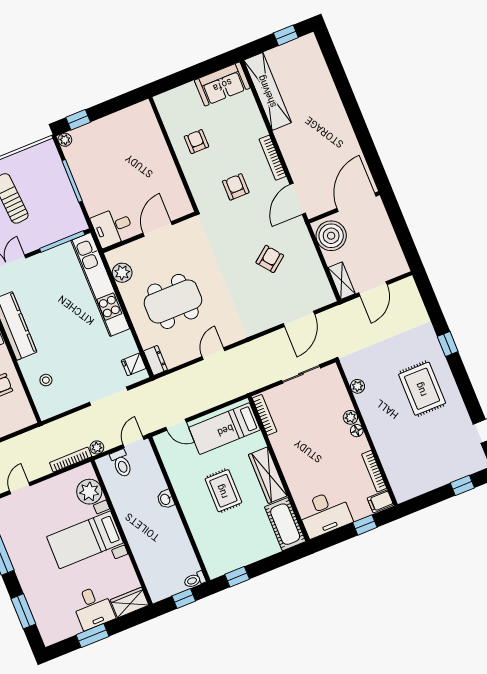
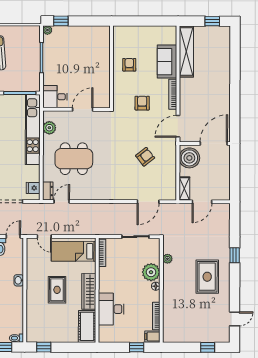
sofa: (222, 84) -> (167, 62), moved, turned 90
door: (213, 354) -> (62, 202), moved
plant: (350, 417) -> (151, 272), width x1.88, depth x1.88
desk: (325, 514) -> (111, 309), moved, turned 90

